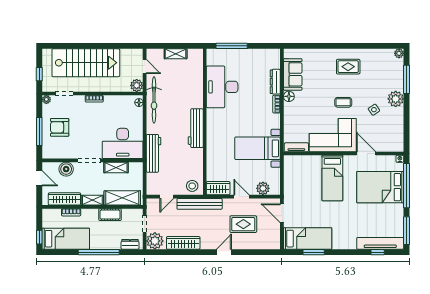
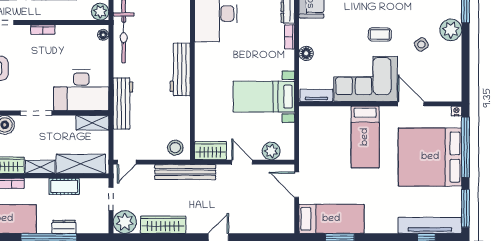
floor lamp: (289, 96) -> (306, 53), moved
shelving: (116, 167) -> (92, 123), moved
bed: (380, 187) -> (430, 157), width x1.36
door: (167, 197) -> (127, 162), moved
rug: (243, 224) -> (244, 199), removed
dresser: (130, 244) -> (64, 227), moved

